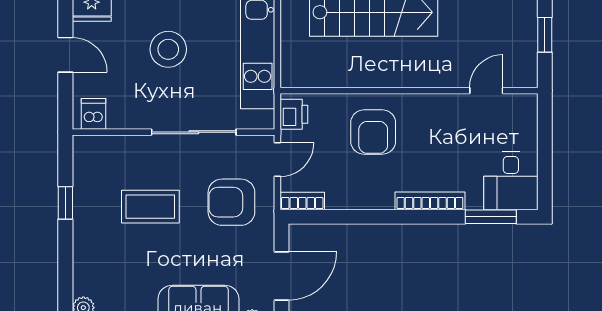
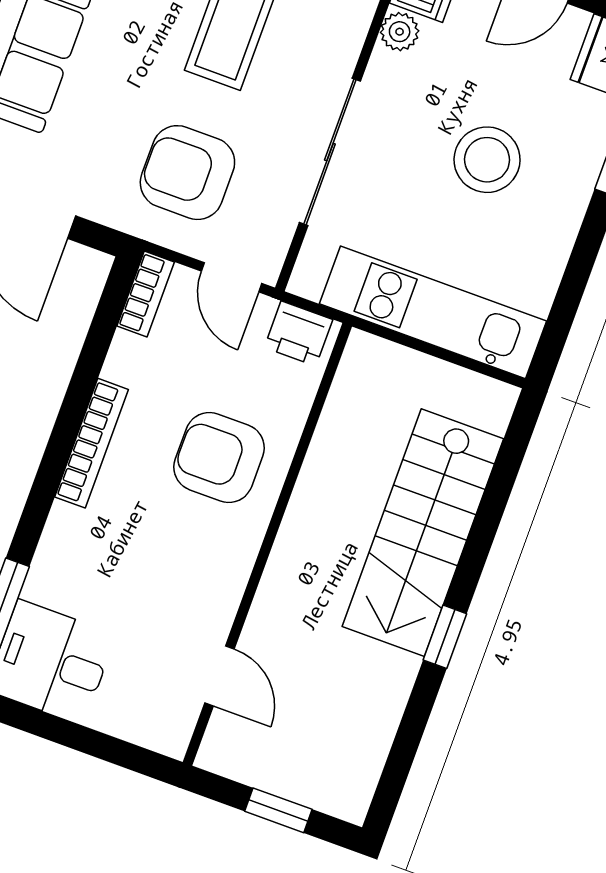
plant: (118, 119) -> (400, 32), added
bookcase: (430, 201) -> (91, 443), moved
armchair: (231, 202) -> (187, 173), turned -90

